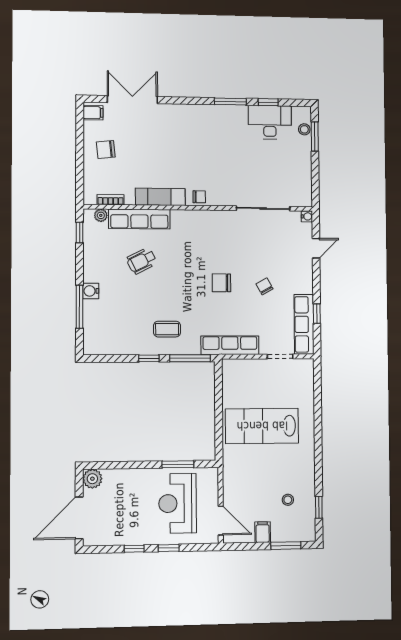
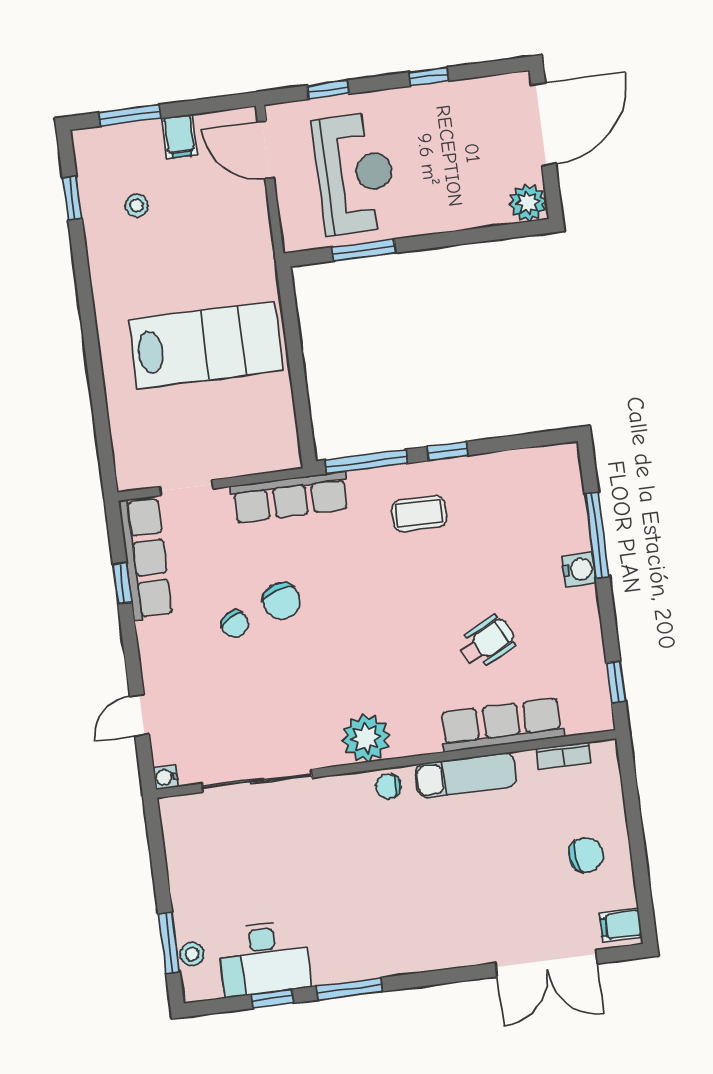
plant: (101, 215) -> (366, 738), moved, width x1.88, depth x1.88
chair: (221, 283) -> (281, 601), moved, turned 72
window: (169, 548) -> (328, 90), moved

